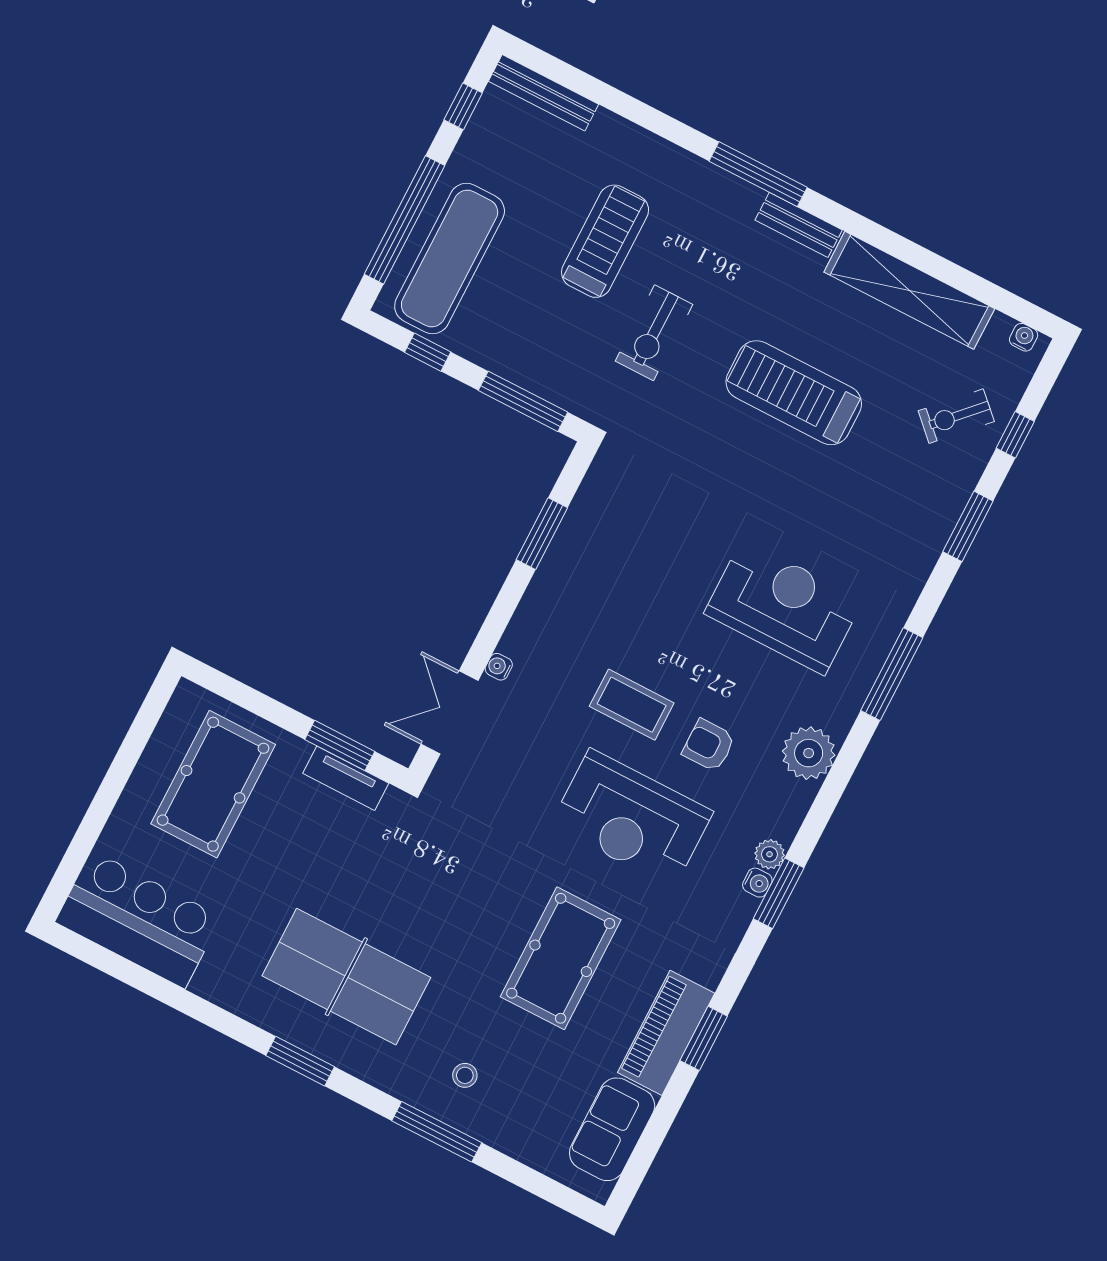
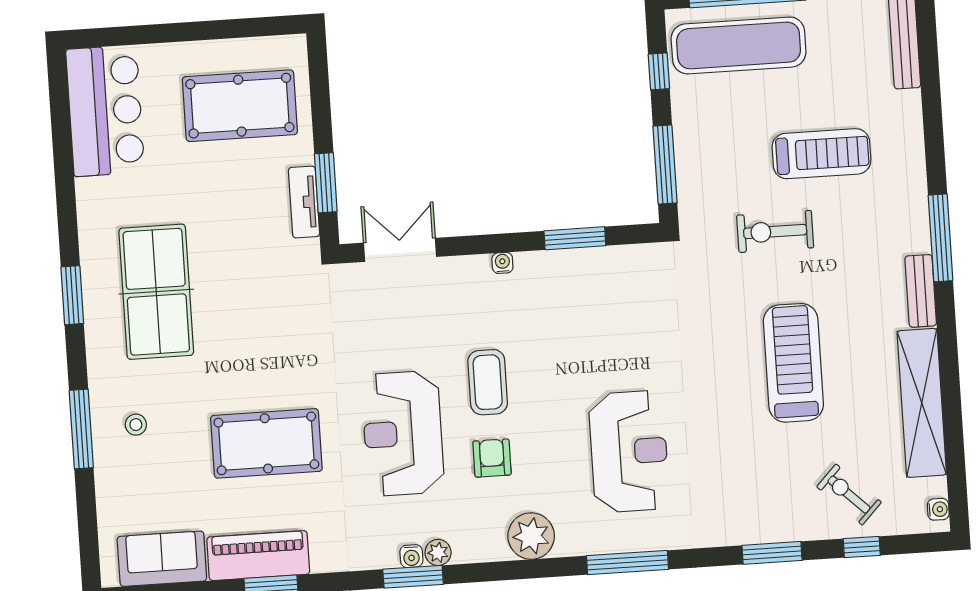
water cooler: (499, 667) -> (502, 263), moved

